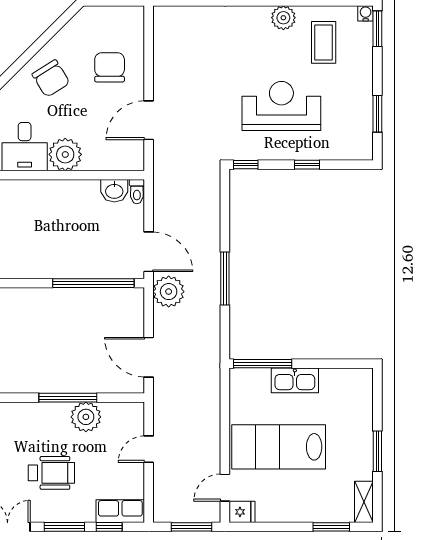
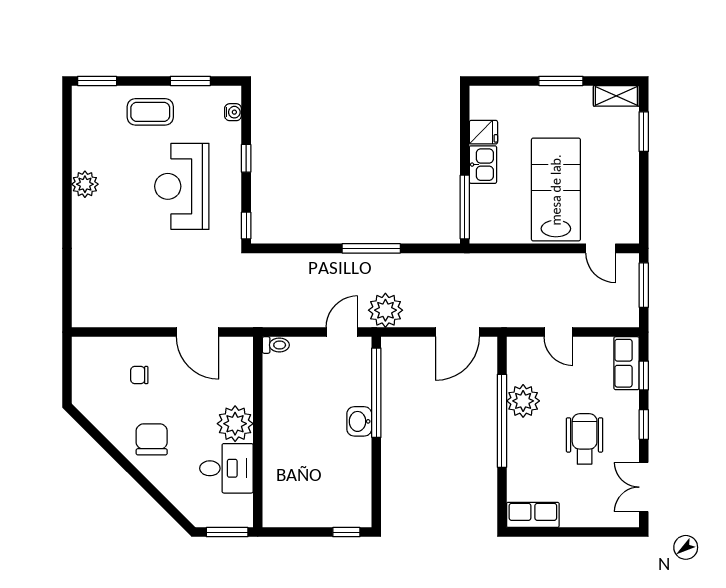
water cooler: (366, 13) -> (233, 112), moved, turned 180
coffee table: (324, 42) -> (150, 112), moved
chair: (110, 67) -> (139, 375), width x0.54, depth x0.54
chair: (51, 79) -> (152, 439), turned -58
washbasin: (114, 191) -> (359, 421), moved, turned 180
door: (149, 252) -> (342, 332), width x0.73
kitchen sink: (295, 380) -> (483, 165), width x0.73
window: (68, 398) -> (502, 421), width x1.46
lab bench: (279, 447) -> (556, 190), turned 180
fridge: (242, 512) -> (483, 132), moved, turned 90
window: (64, 527) -> (644, 424), width x0.67

